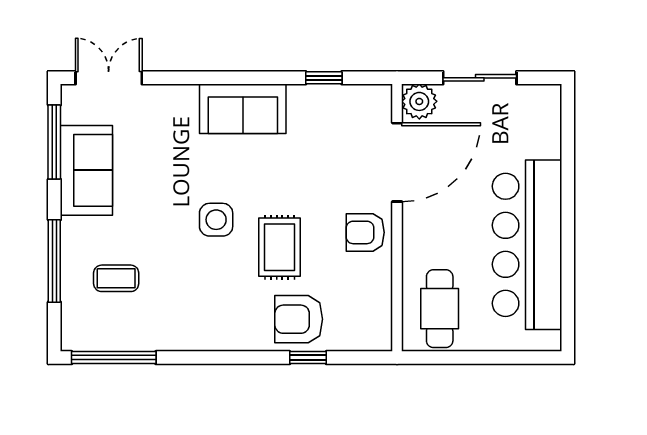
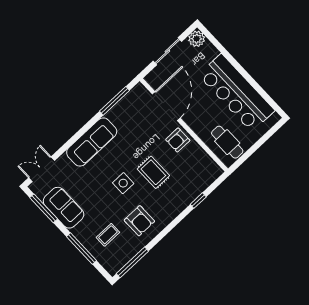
window: (324, 78) -> (114, 101), width x2.17
plant: (419, 101) -> (197, 39), moved
sofa: (243, 109) -> (92, 142), width x1.36
armchair: (299, 319) -> (139, 221), moved, turned -90

